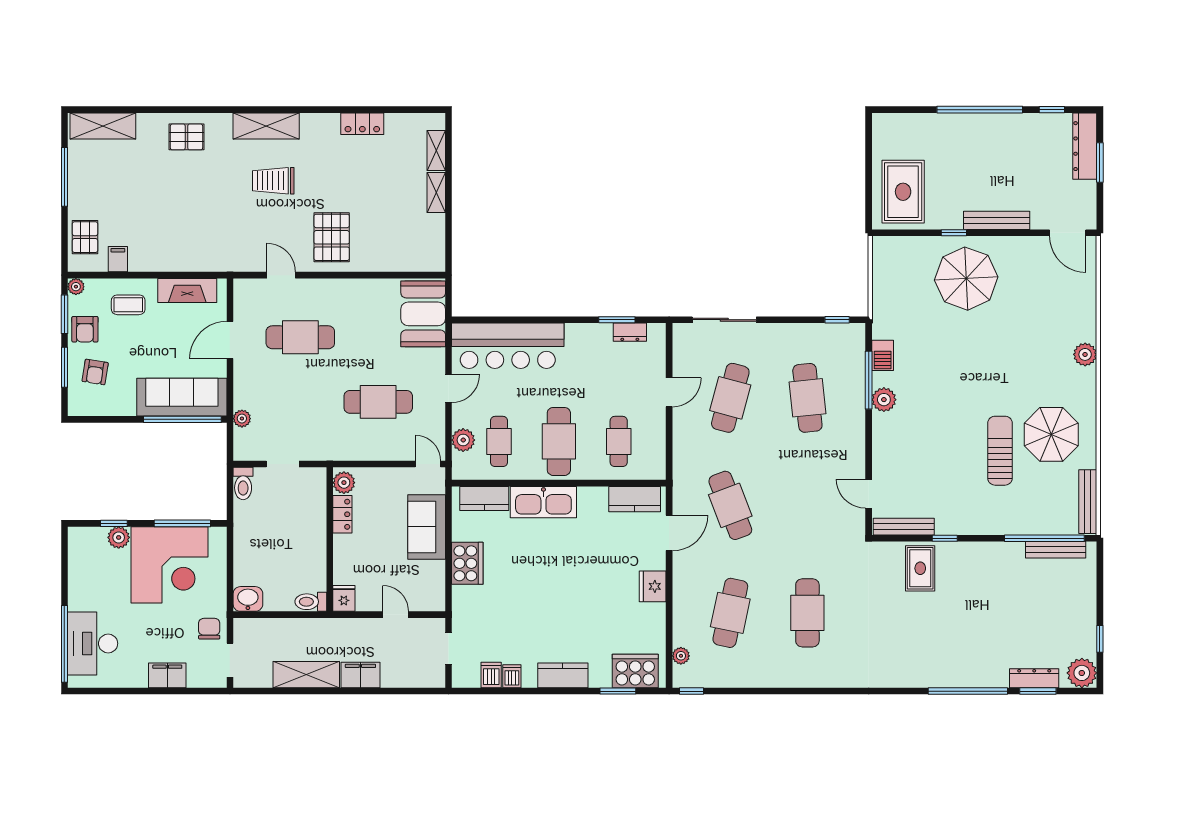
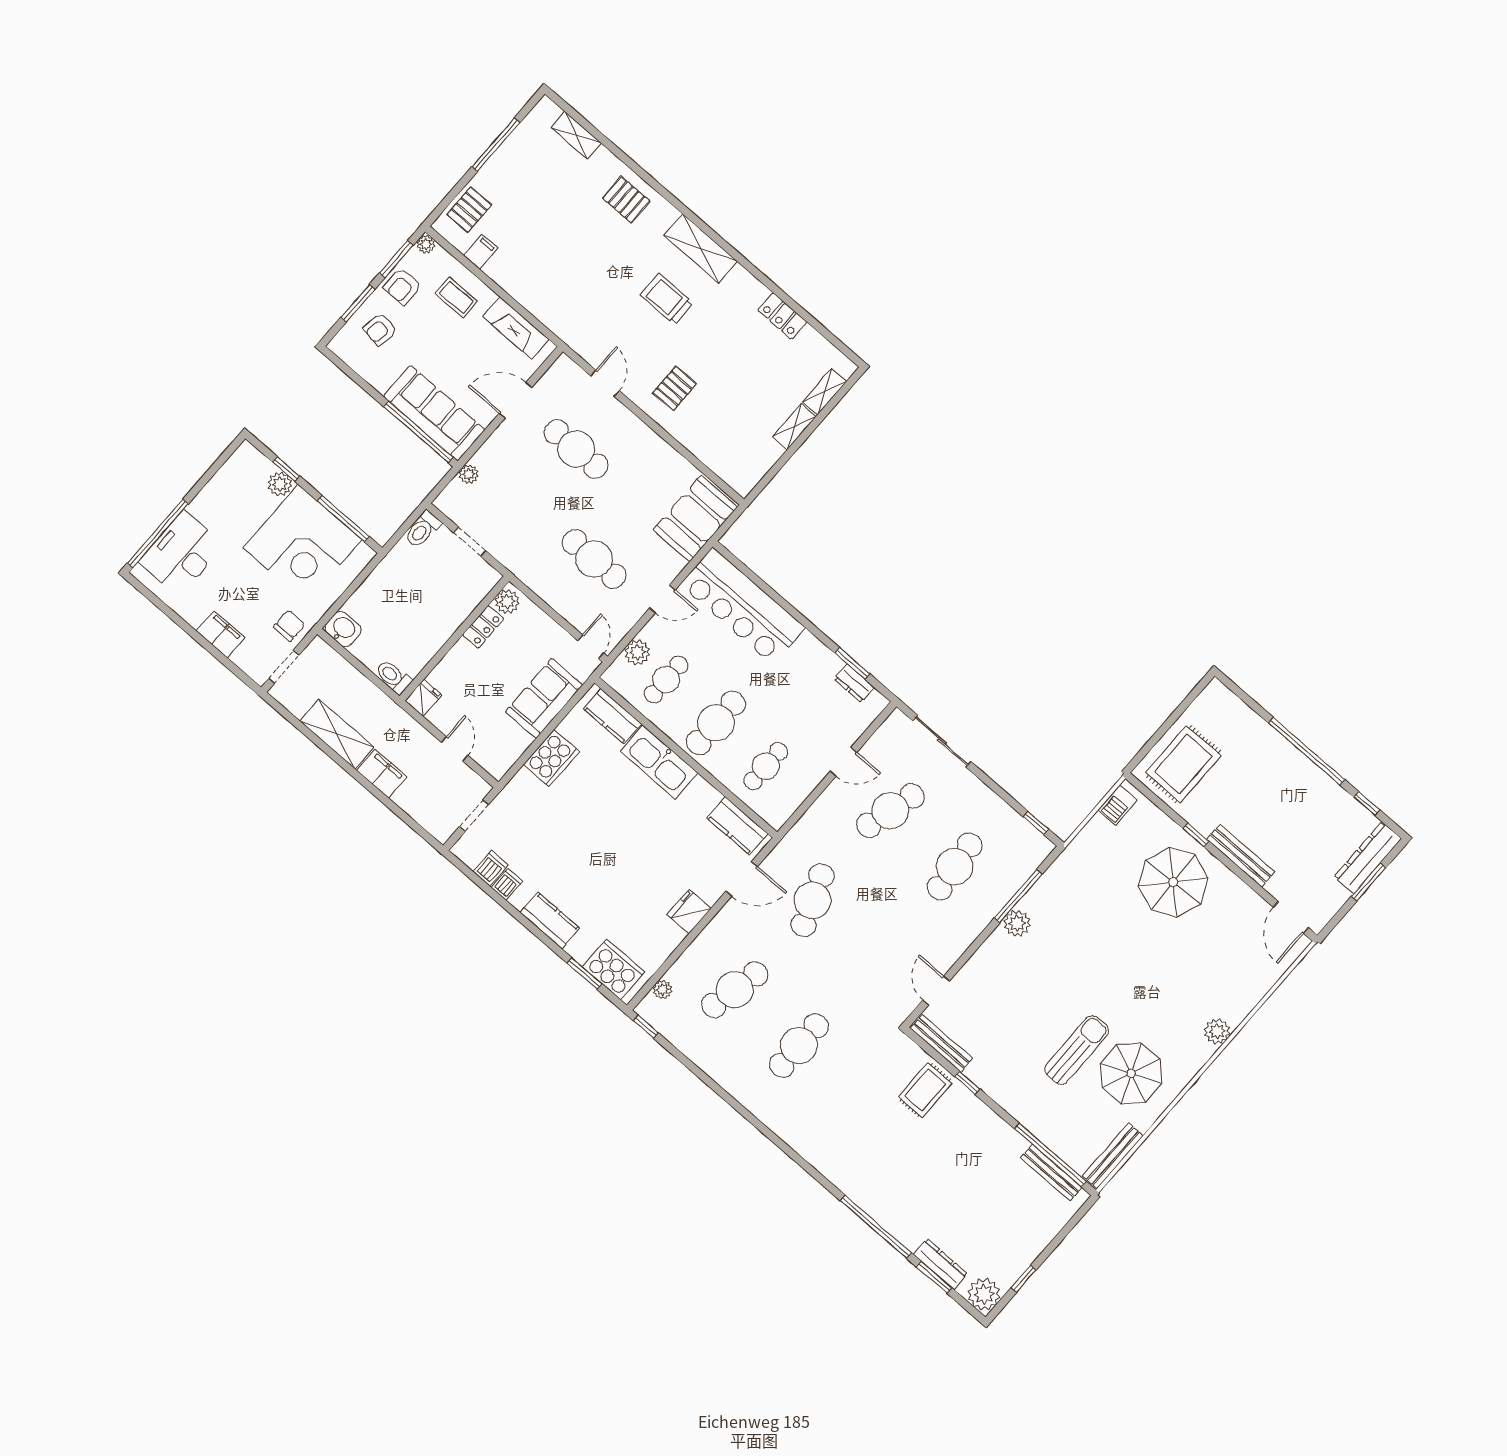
shelving: (103, 126) -> (576, 135), width x0.67, depth x0.75
pallet: (332, 237) -> (675, 388), width x0.67, depth x0.71
barbecue: (883, 355) -> (1118, 805), moved

